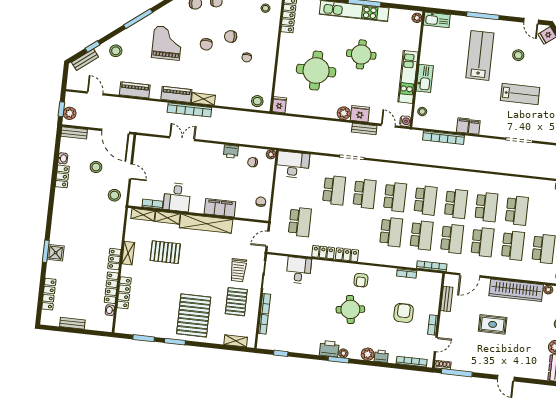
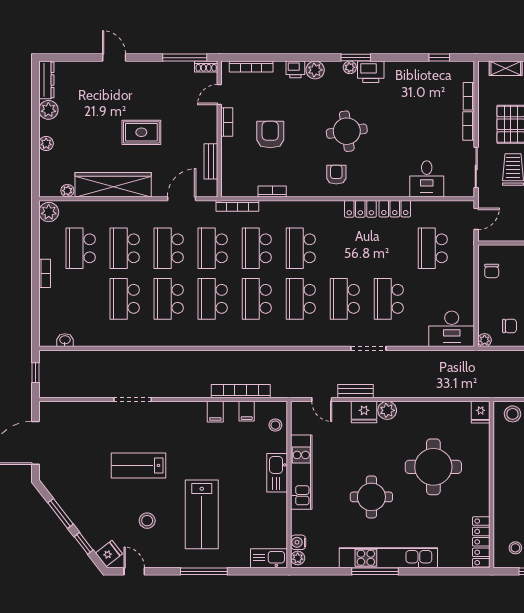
water cooler: (405, 121) -> (298, 542), moved
filing cabinet: (474, 127) -> (247, 411), moved
armchair: (404, 313) -> (270, 135), turned 180

